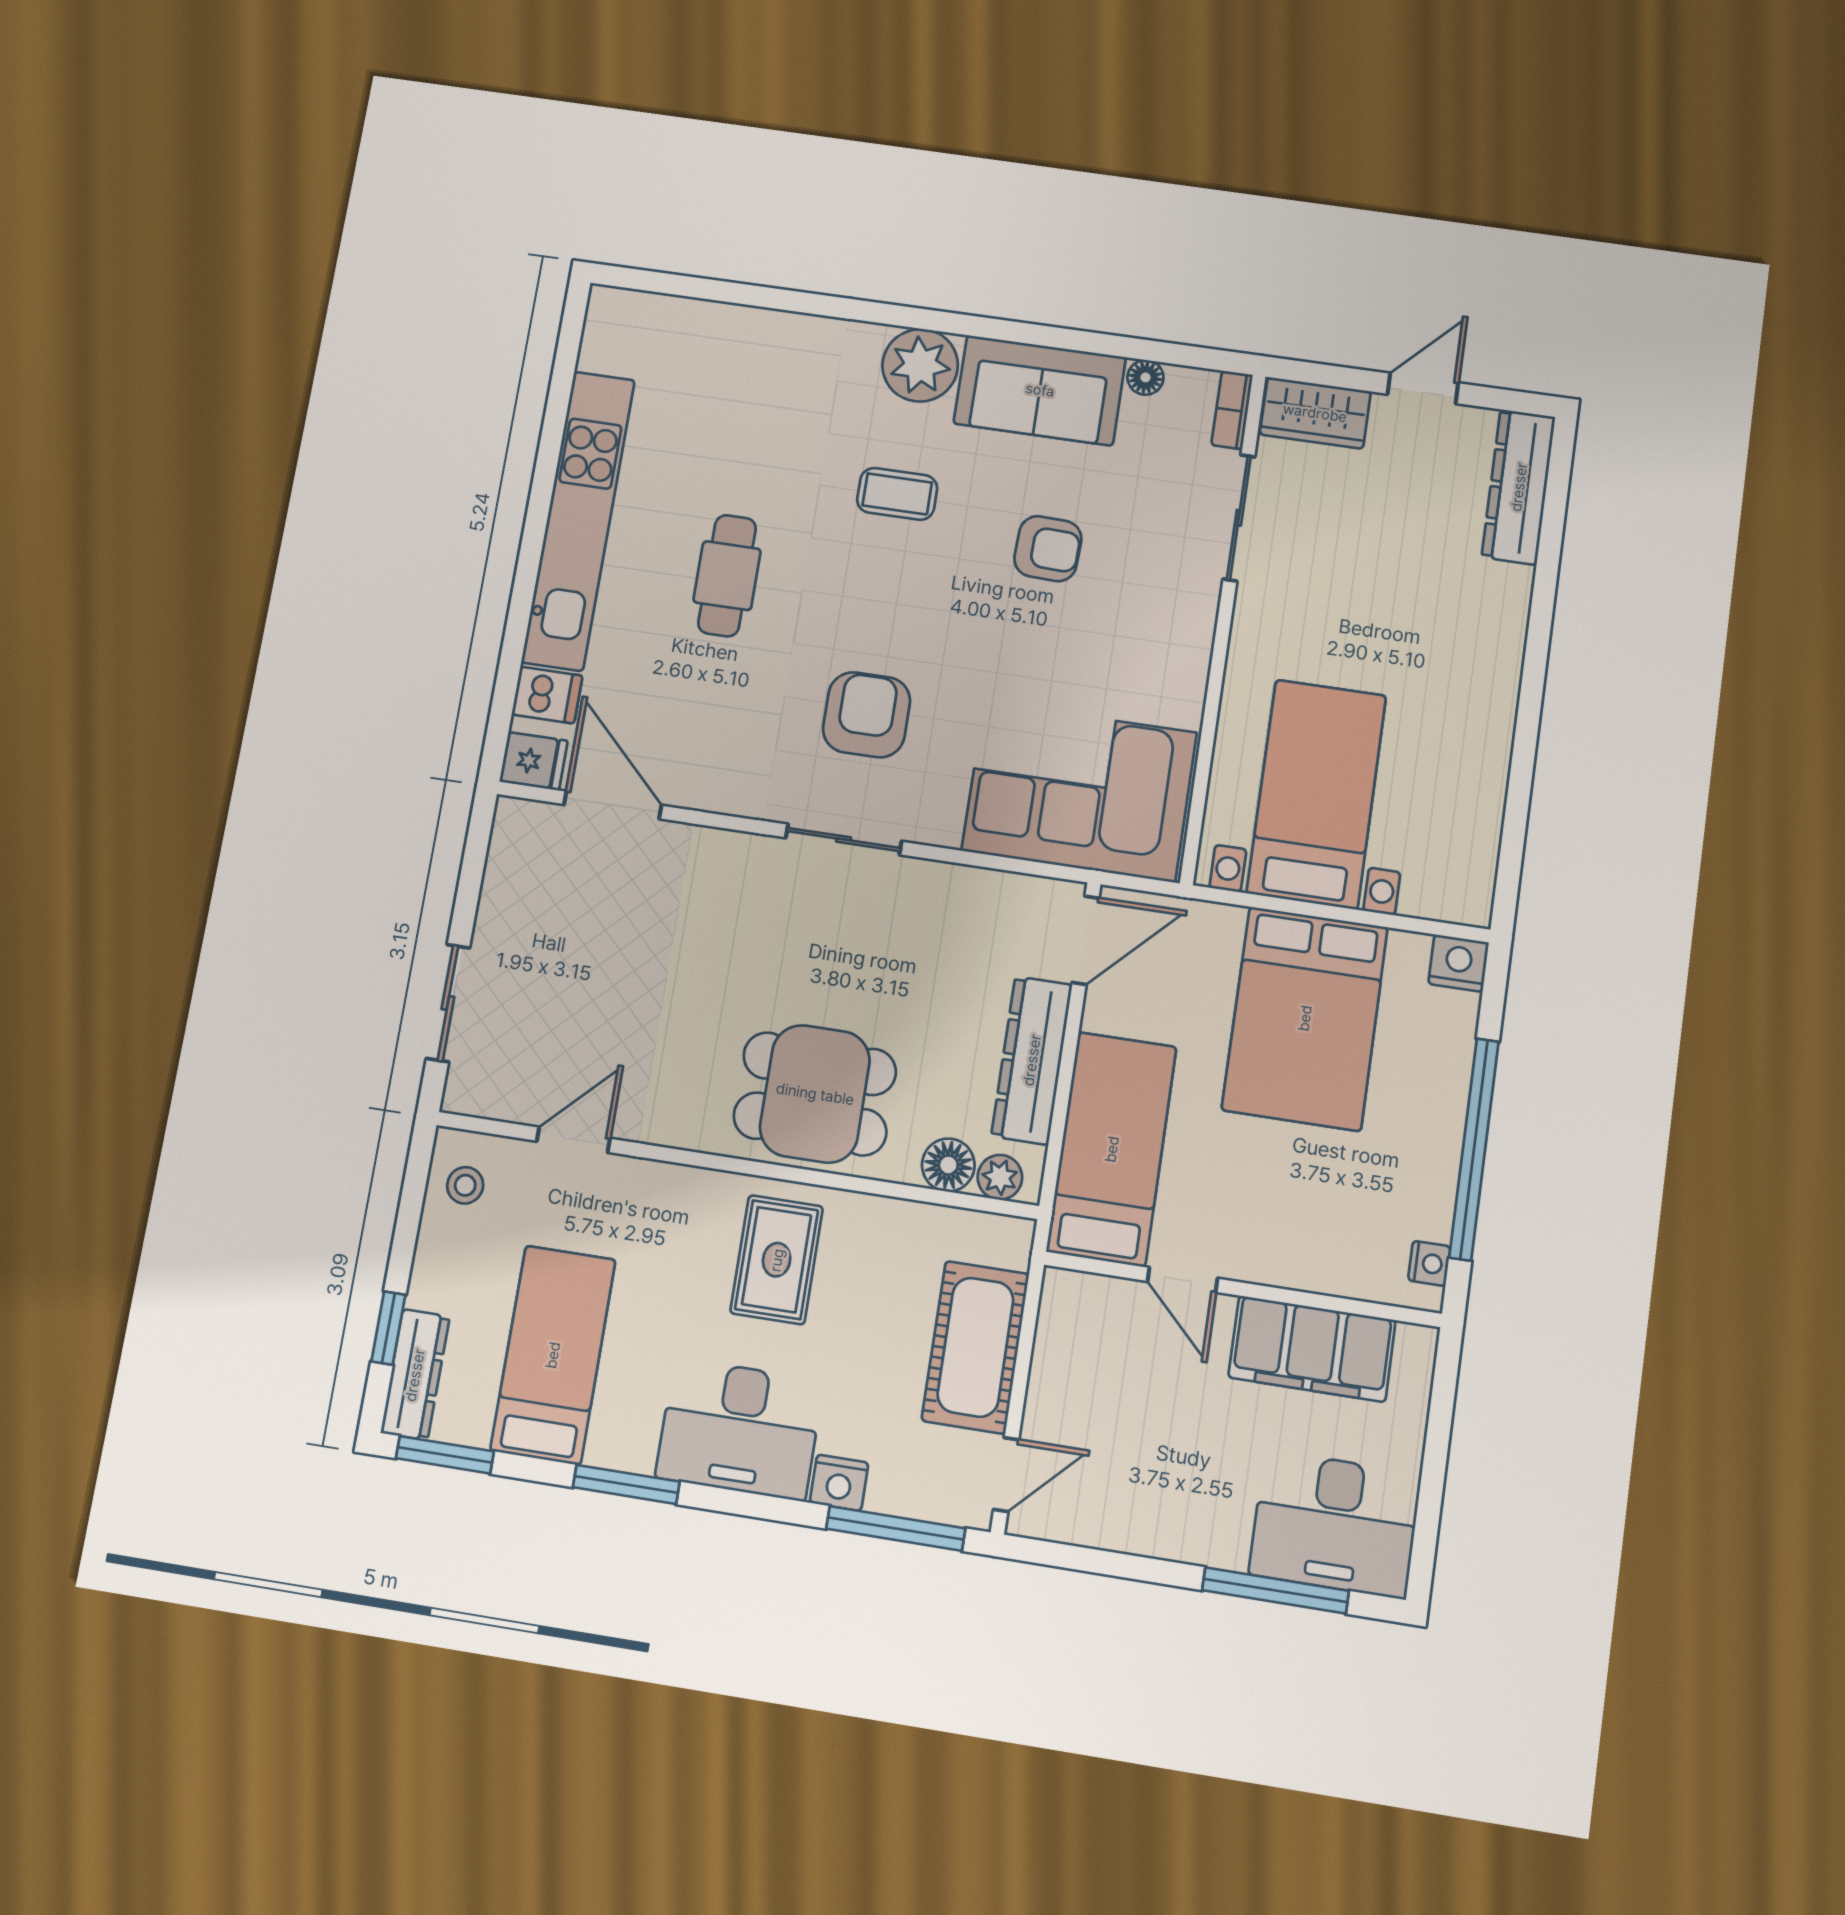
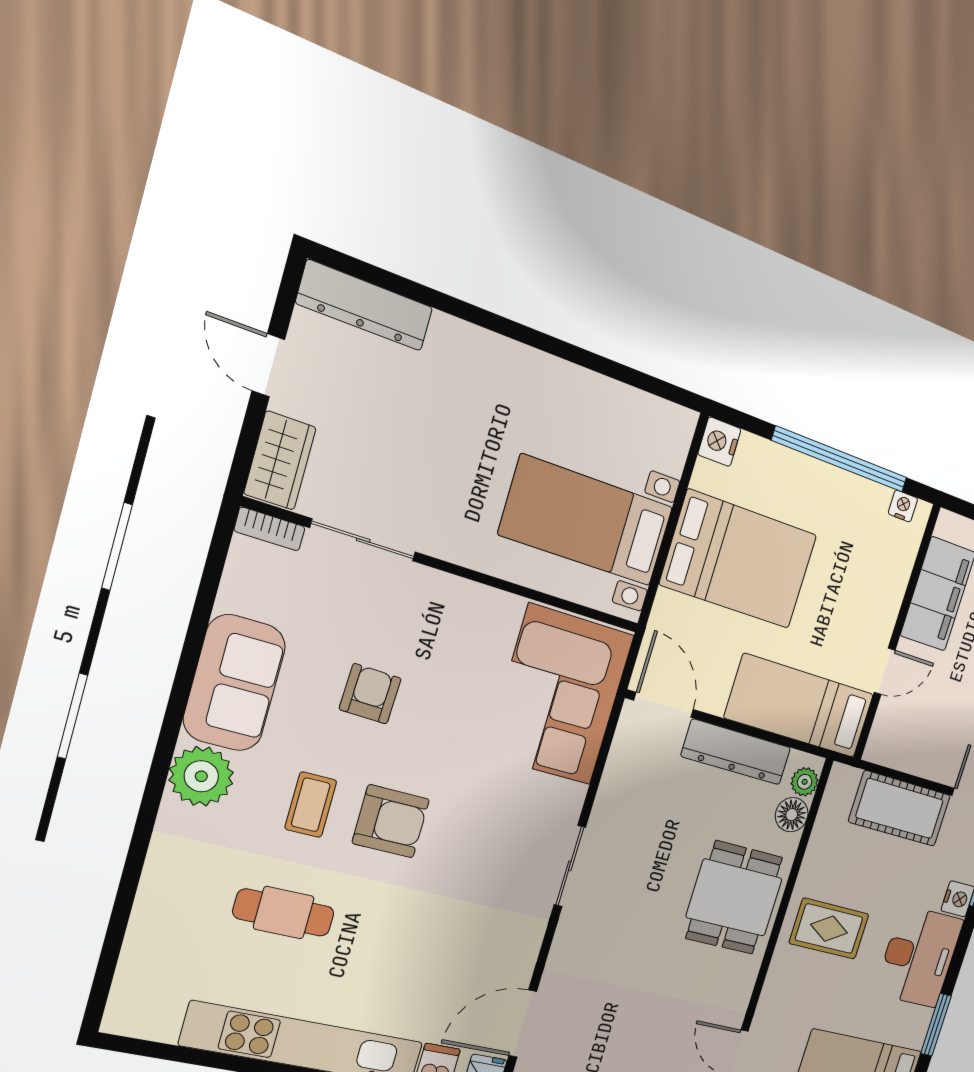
floor lamp: (1145, 377) -> (232, 595), removed
cafe table: (727, 576) -> (284, 913), moved
armchair: (867, 715) -> (391, 821), moved, turned 180

